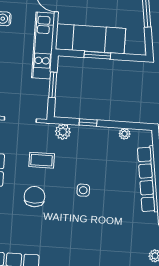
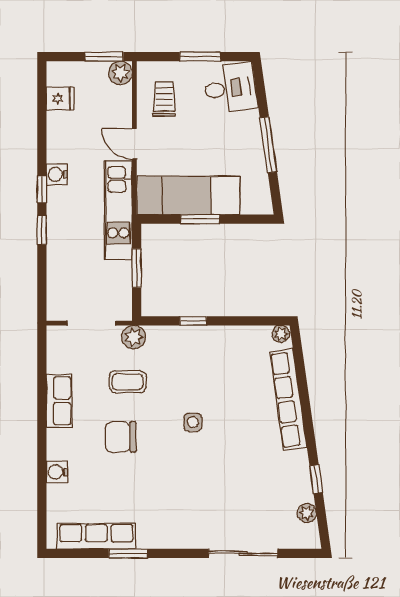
plant: (63, 132) -> (134, 337), moved
plant: (125, 134) -> (281, 334), moved
chair: (34, 197) -> (121, 437), turned -90

